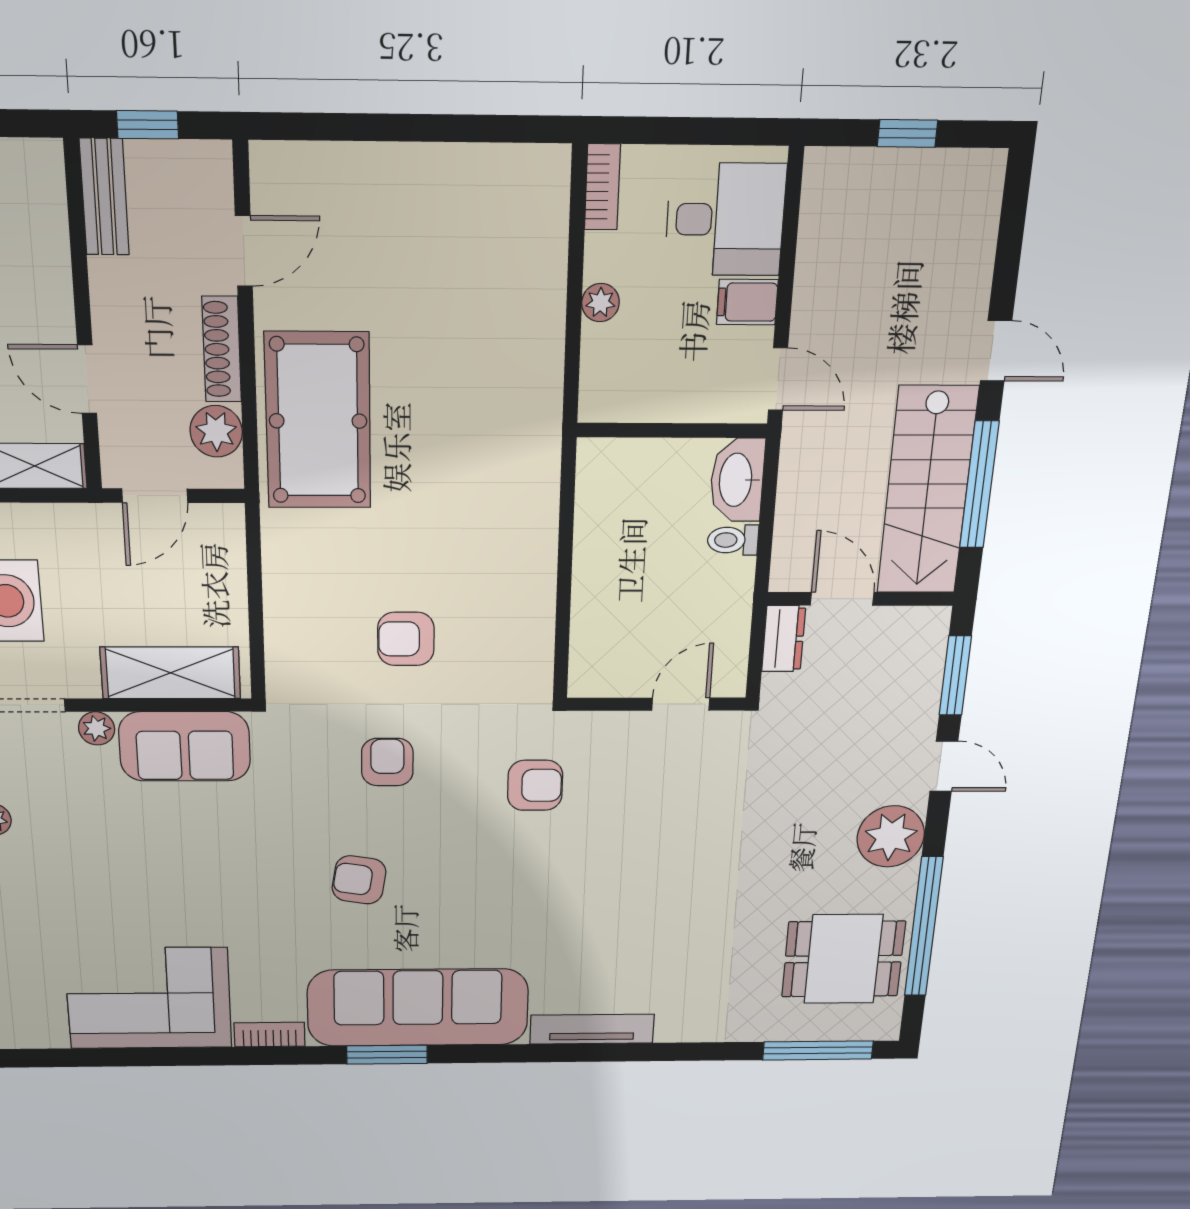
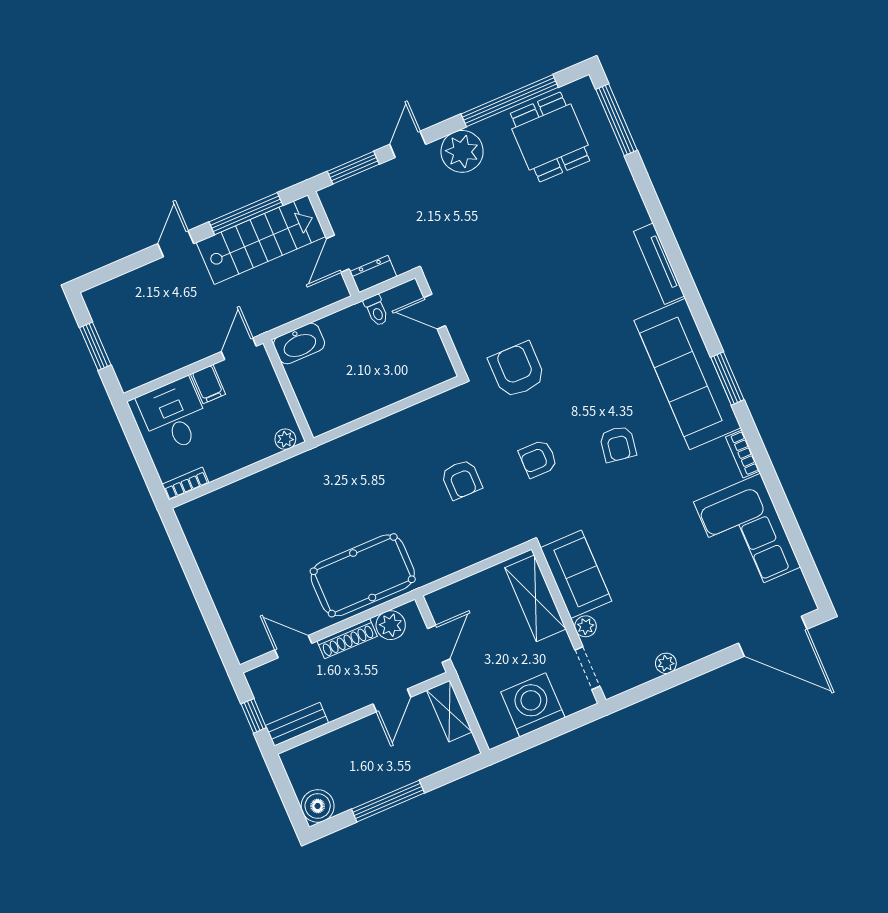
window: (907, 133) -> (95, 346), width x1.50
plant: (600, 303) -> (285, 439), moved
door: (155, 496) -> (439, 644), hinge flipped
toilet: (733, 540) -> (376, 310), moved
armchair: (535, 785) -> (517, 370), width x1.38, depth x1.38

